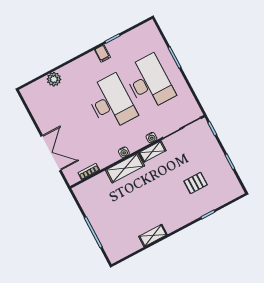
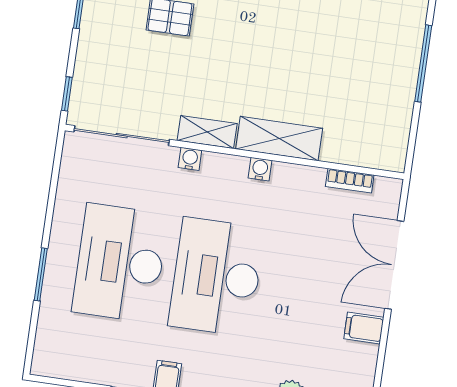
filing cabinet: (45, 123) -> (364, 328), added

